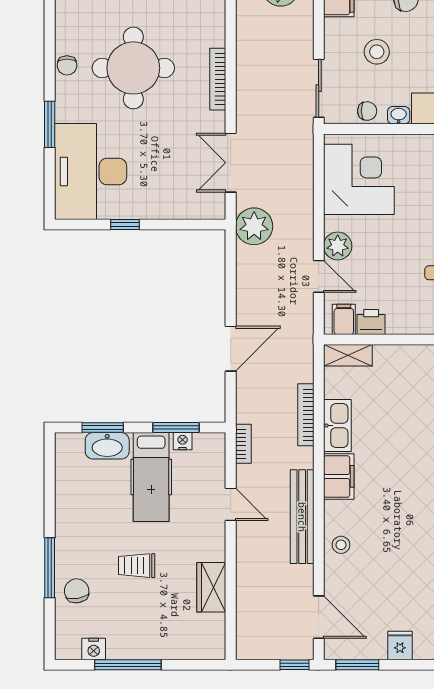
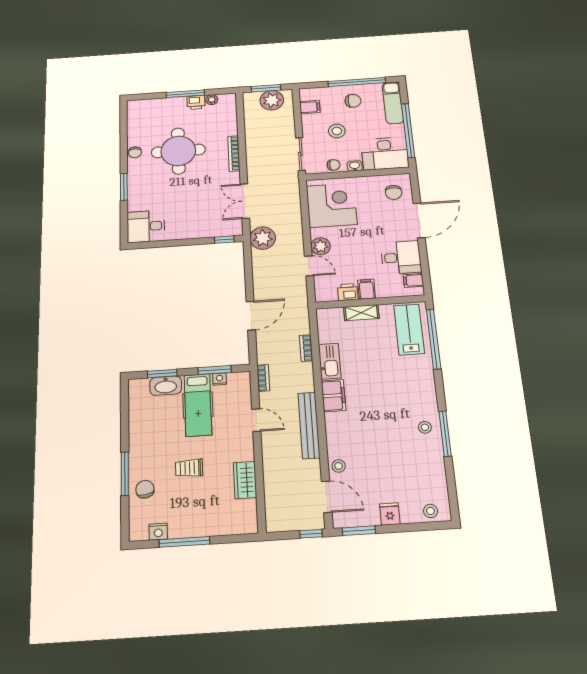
desk: (91, 172) -> (146, 226), width x0.53, depth x0.77
window: (125, 224) -> (224, 240), moved
filing cabinet: (344, 319) -> (367, 289), moved
shelving: (348, 355) -> (361, 313), moved
bookcase: (306, 415) -> (306, 348), width x0.64
stool: (341, 545) -> (339, 466), moved

